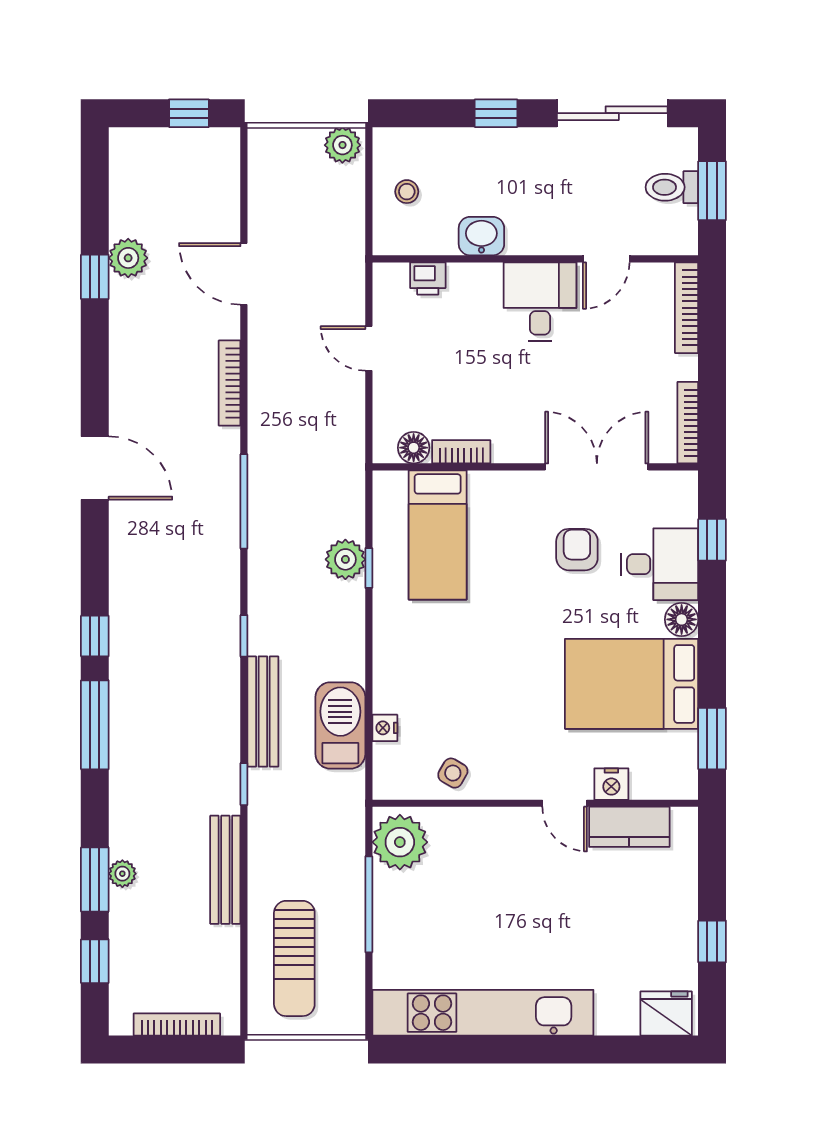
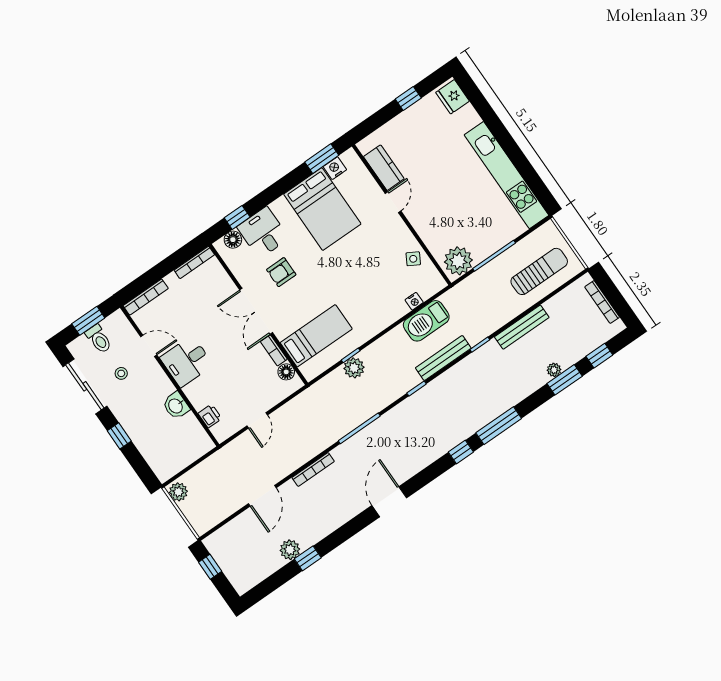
stool: (407, 192) -> (121, 373), moved
double door: (597, 467) -> (256, 311), moved
floor lamp: (682, 619) -> (233, 240), moved
nightstand: (611, 784) -> (335, 168), moved, turned -90

